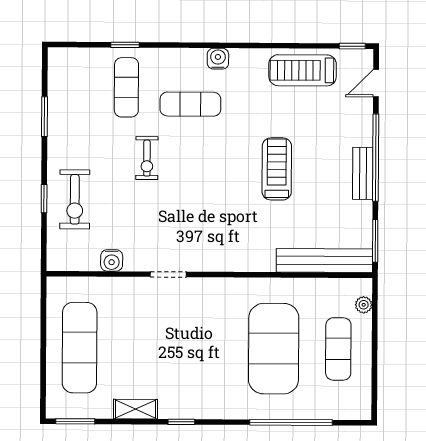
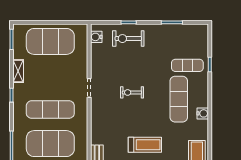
exercise mat: (190, 104) -> (179, 99), width x1.36, depth x1.45
exercise bike: (147, 158) -> (132, 92), moved
water cooler: (112, 260) -> (96, 37), moved
exercise mat: (80, 348) -> (50, 41), width x1.47
exercise mat: (209, 348) -> (50, 110), added

